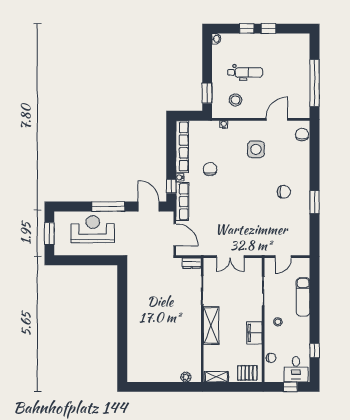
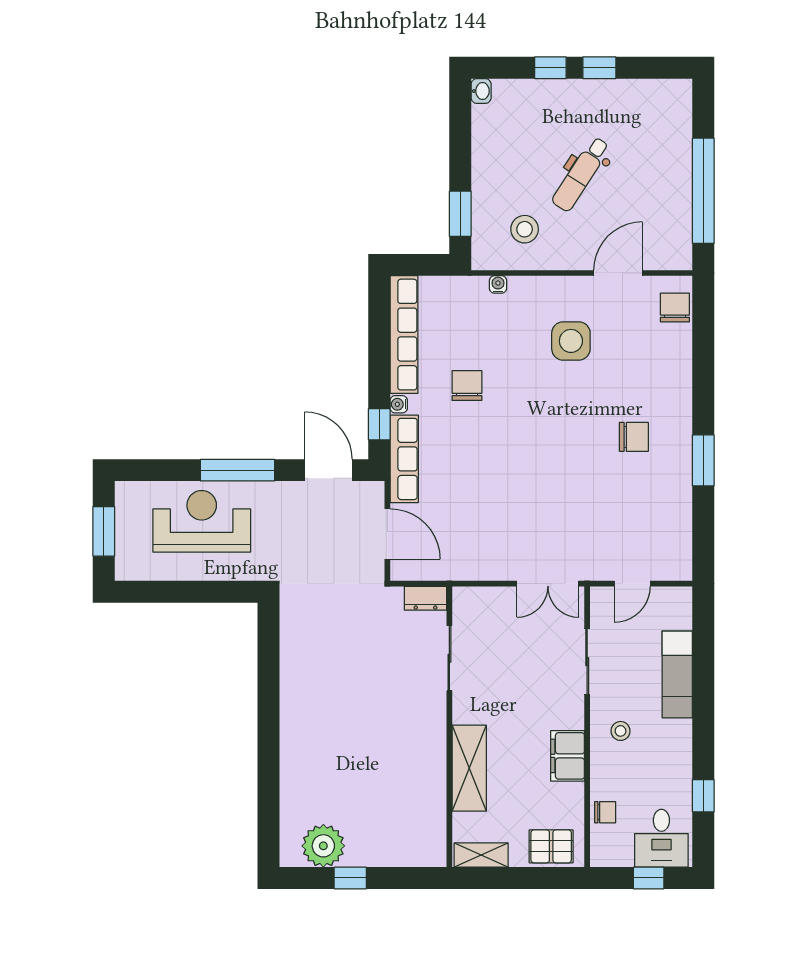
dental chair: (245, 72) -> (581, 174), moved, turned 123
double door: (230, 257) -> (548, 584), moved
shelving: (211, 326) -> (469, 768), moved
plant: (186, 377) -> (323, 846), moved, width x1.87, depth x1.87
window: (158, 387) -> (350, 878), added

